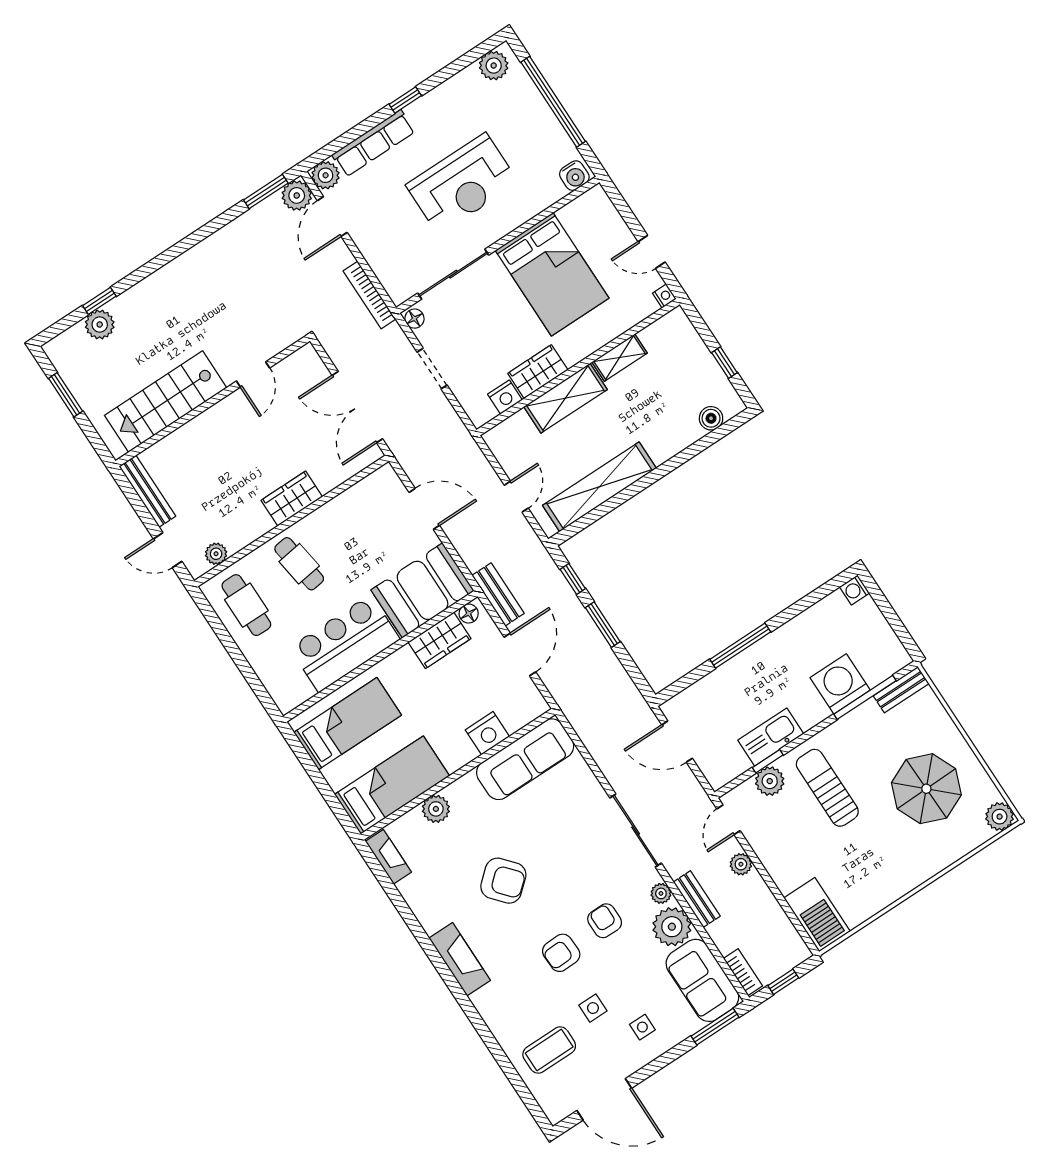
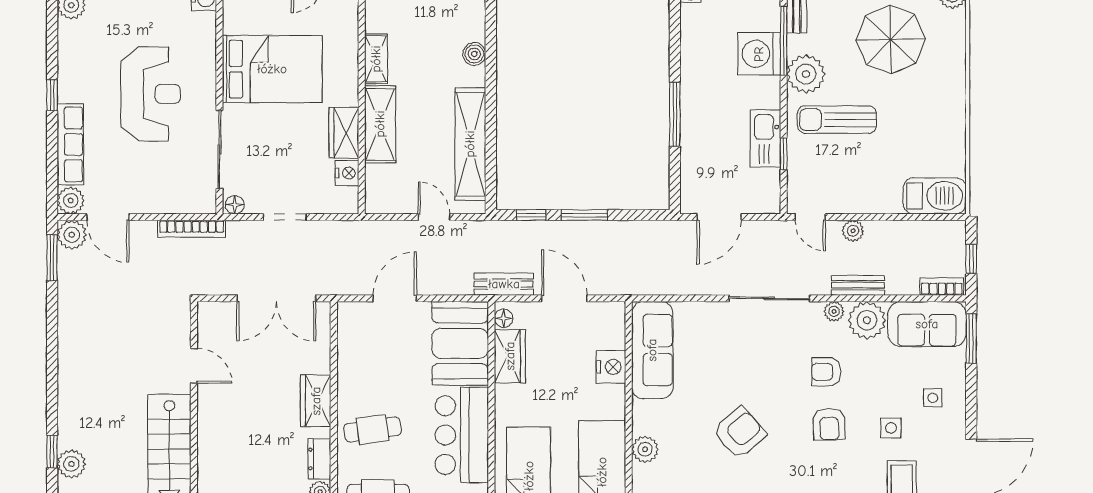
boiler: (711, 418) -> (474, 54), moved
dresser: (244, 535) -> (319, 459), added
plant: (770, 781) -> (806, 74), moved, width x1.36, depth x1.36

